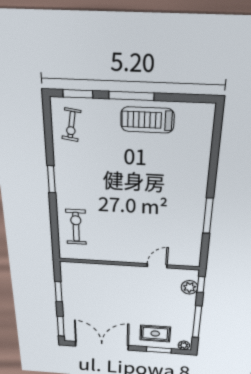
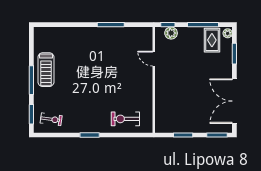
rug: (155, 334) -> (212, 40), moved

